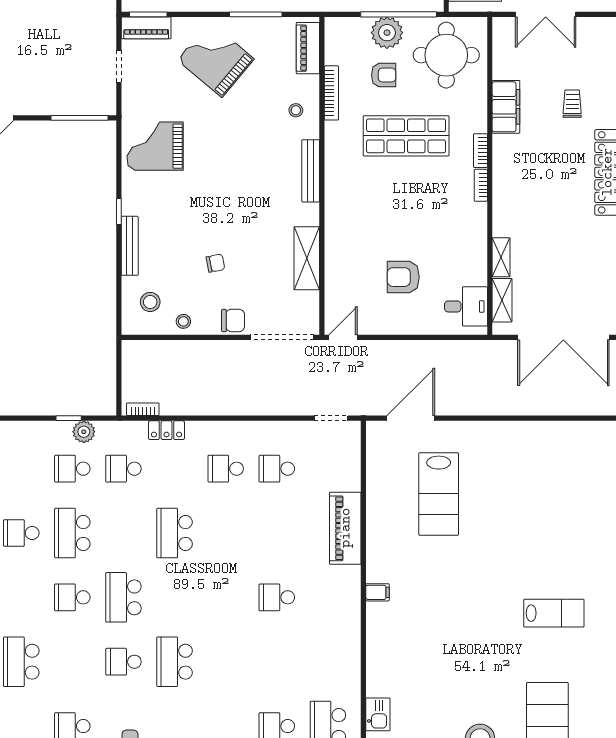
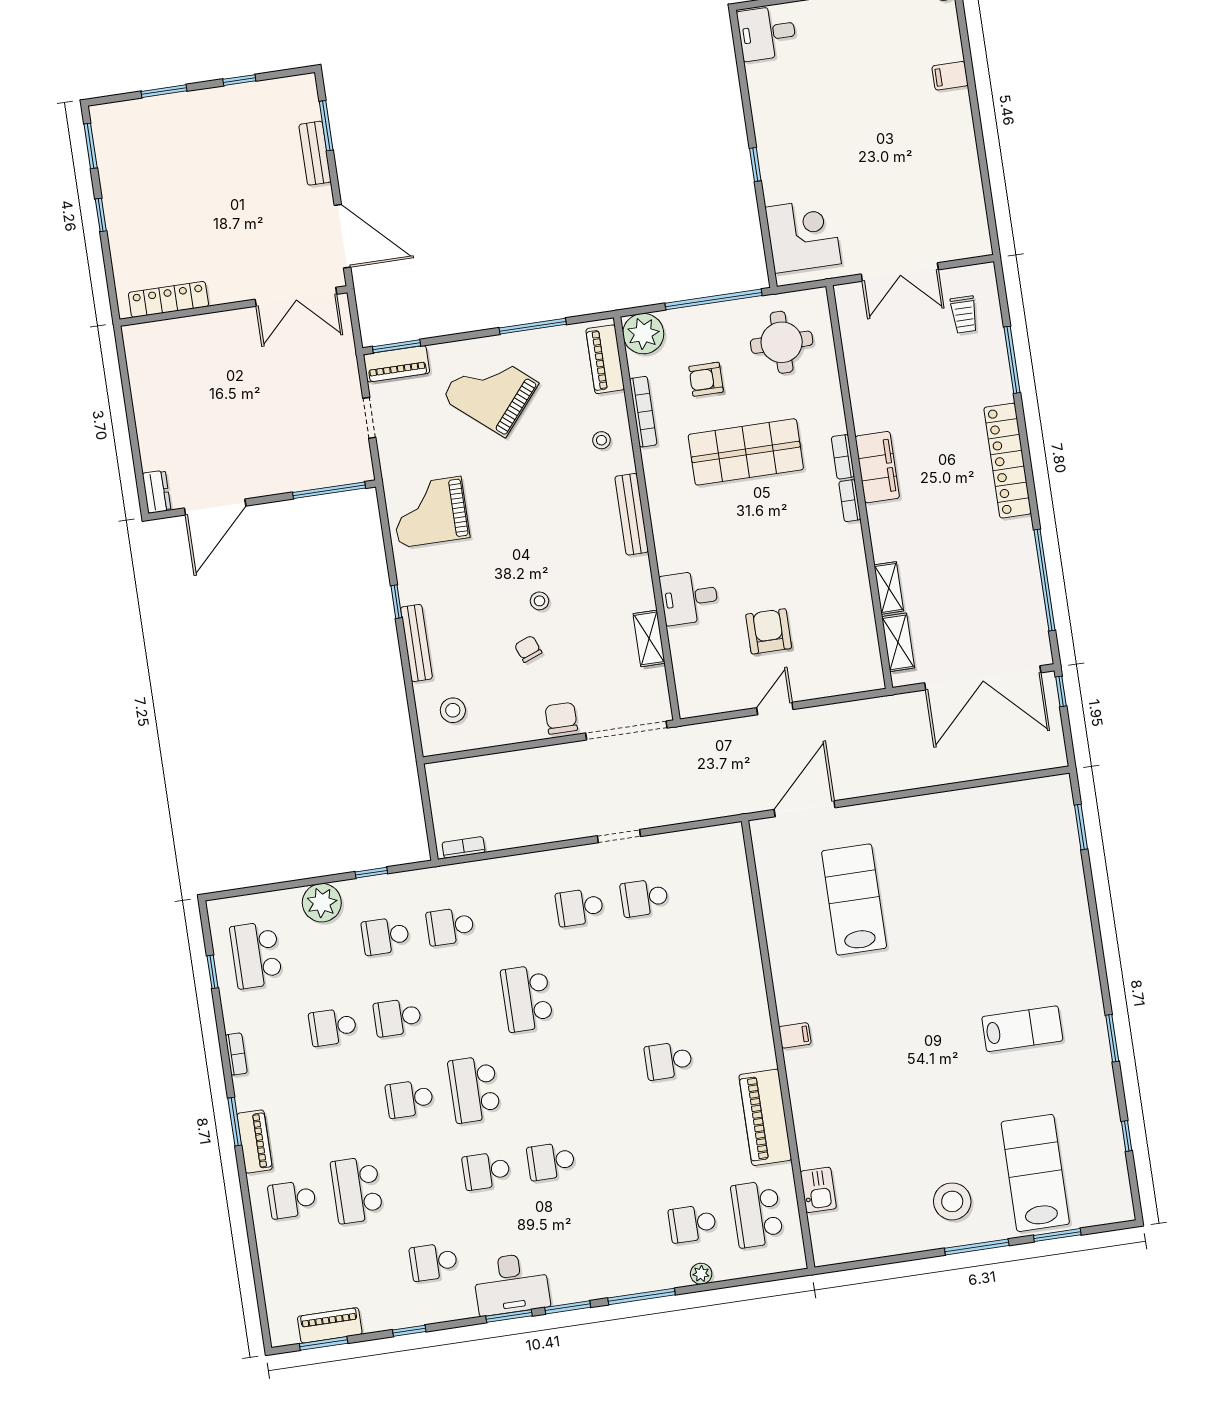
plant: (387, 33) -> (643, 334), moved
round table: (446, 55) -> (782, 342), width x0.73, depth x0.73
armchair: (384, 75) -> (706, 379), turned 180
trolley: (572, 104) -> (964, 315), moved, turned 180
filing cabinet: (506, 107) -> (877, 467), moved
shelving: (307, 258) -> (649, 638), width x0.67, depth x0.75
chair: (215, 263) -> (528, 649), turned -100
armchair: (403, 277) -> (769, 631), turned 90
desk: (466, 306) -> (689, 598), moved, turned 180
chair: (233, 320) -> (561, 718), turned -90
stool: (183, 321) -> (539, 601), moved
door: (343, 337) -> (775, 709), moved
doorway: (331, 418) -> (619, 836), moved
locker: (166, 430) -> (497, 870), removed
plant: (84, 432) -> (322, 903), moved, width x1.36, depth x1.36
lab bench: (439, 494) -> (854, 900), turned 180
piano: (345, 528) -> (765, 1117), moved
school desk: (72, 533) -> (397, 1017), width x0.54
school desk: (175, 662) -> (551, 1161), width x0.54

